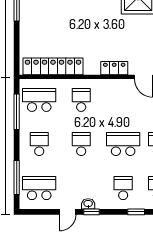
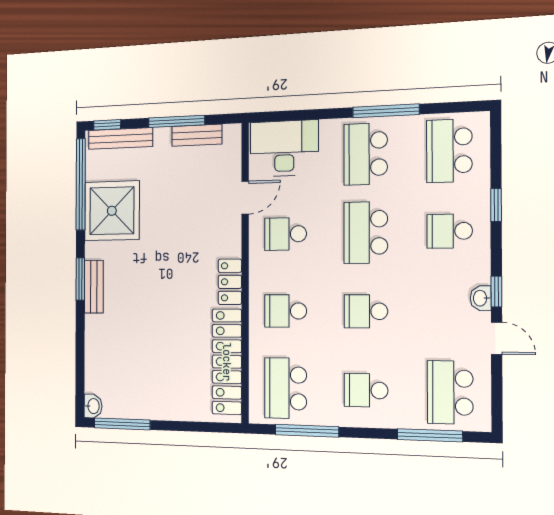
locker: (114, 68) -> (230, 282), moved
school desk: (123, 100) -> (286, 234), added

